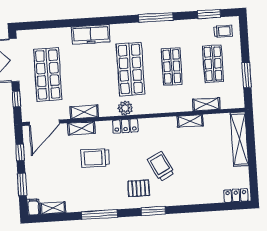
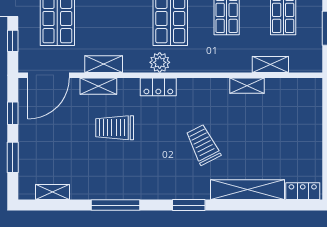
shelving: (239, 139) -> (248, 190), moved, turned 90
pallet: (139, 188) -> (171, 173), removed
filing cabinet: (33, 207) -> (26, 189), removed

